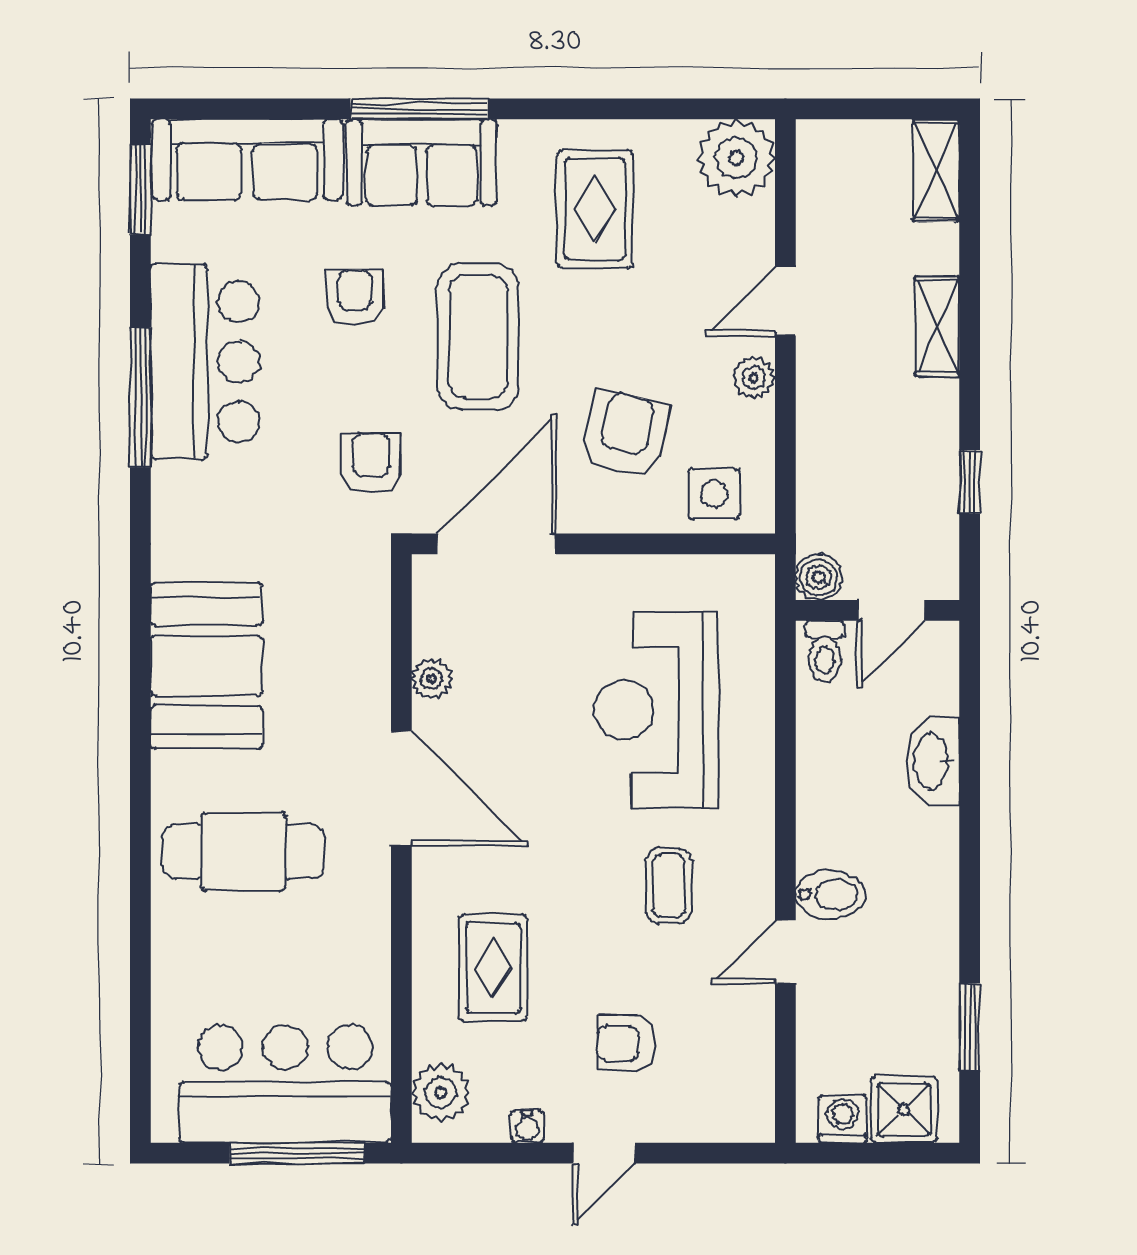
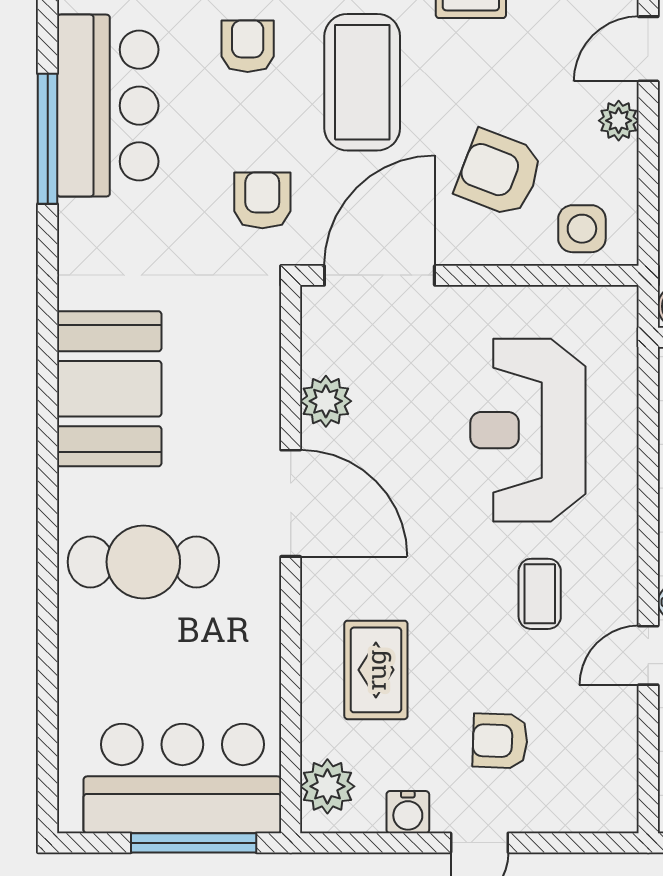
armchair: (625, 434) -> (499, 173), turned -82
plant: (432, 679) -> (326, 401), width x1.38, depth x1.38
water cooler: (527, 1126) -> (408, 812), width x1.38, depth x1.38

